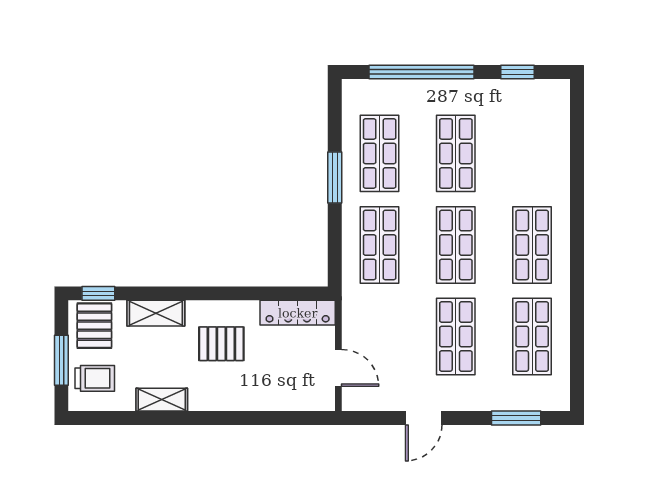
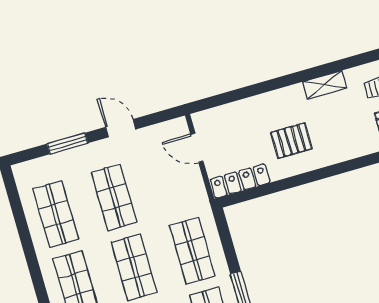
shelving: (156, 313) -> (348, 150), removed
door: (424, 418) -> (121, 128), hinge flipped
window: (516, 418) -> (67, 143), moved

